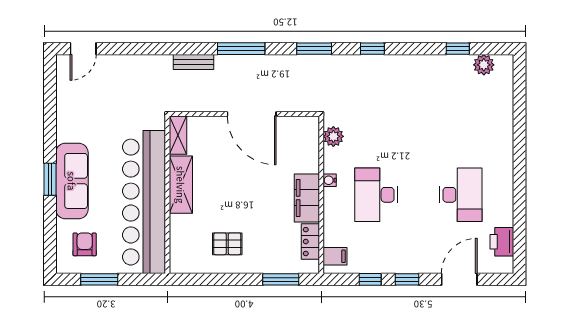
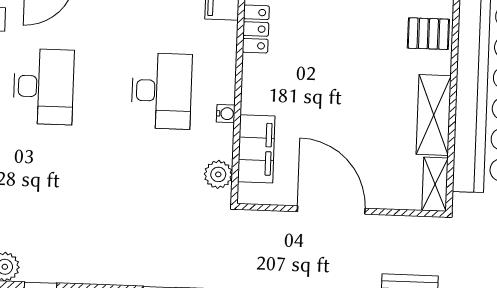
desk: (461, 195) -> (43, 87), turned 180
filing cabinet: (307, 198) -> (256, 149), moved
pallet: (227, 244) -> (428, 34), moved

